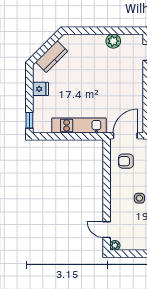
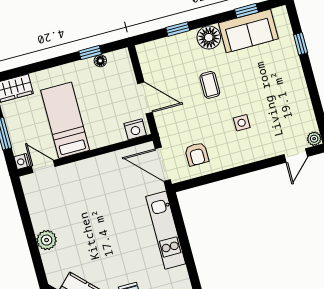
plant: (113, 41) -> (47, 240), moved

